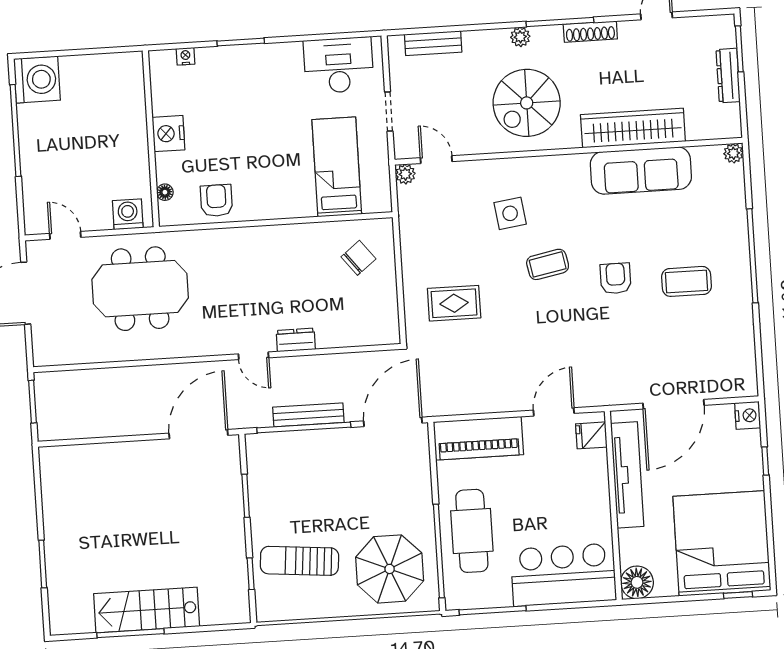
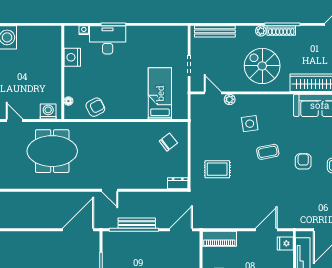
shoe rack: (590, 32) -> (281, 30), moved
bench: (433, 43) -> (215, 31), width x1.36
desk: (339, 65) -> (108, 40), moved
spiral stairs: (527, 103) -> (262, 66), turned 90
nightstand: (168, 134) -> (72, 57), moved
plant: (405, 174) -> (230, 99), moved
armchair: (216, 201) -> (95, 107), turned 63
dresser: (296, 340) -> (178, 183), moved
door: (393, 422) -> (181, 230), width x0.73
piano: (478, 438) -> (219, 239), width x0.73, depth x0.75

